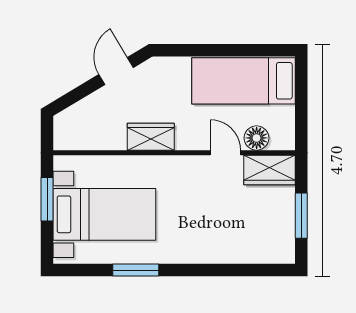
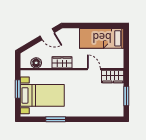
door: (116, 71) -> (47, 34), swing flipped
floor lamp: (257, 138) -> (36, 63), moved

